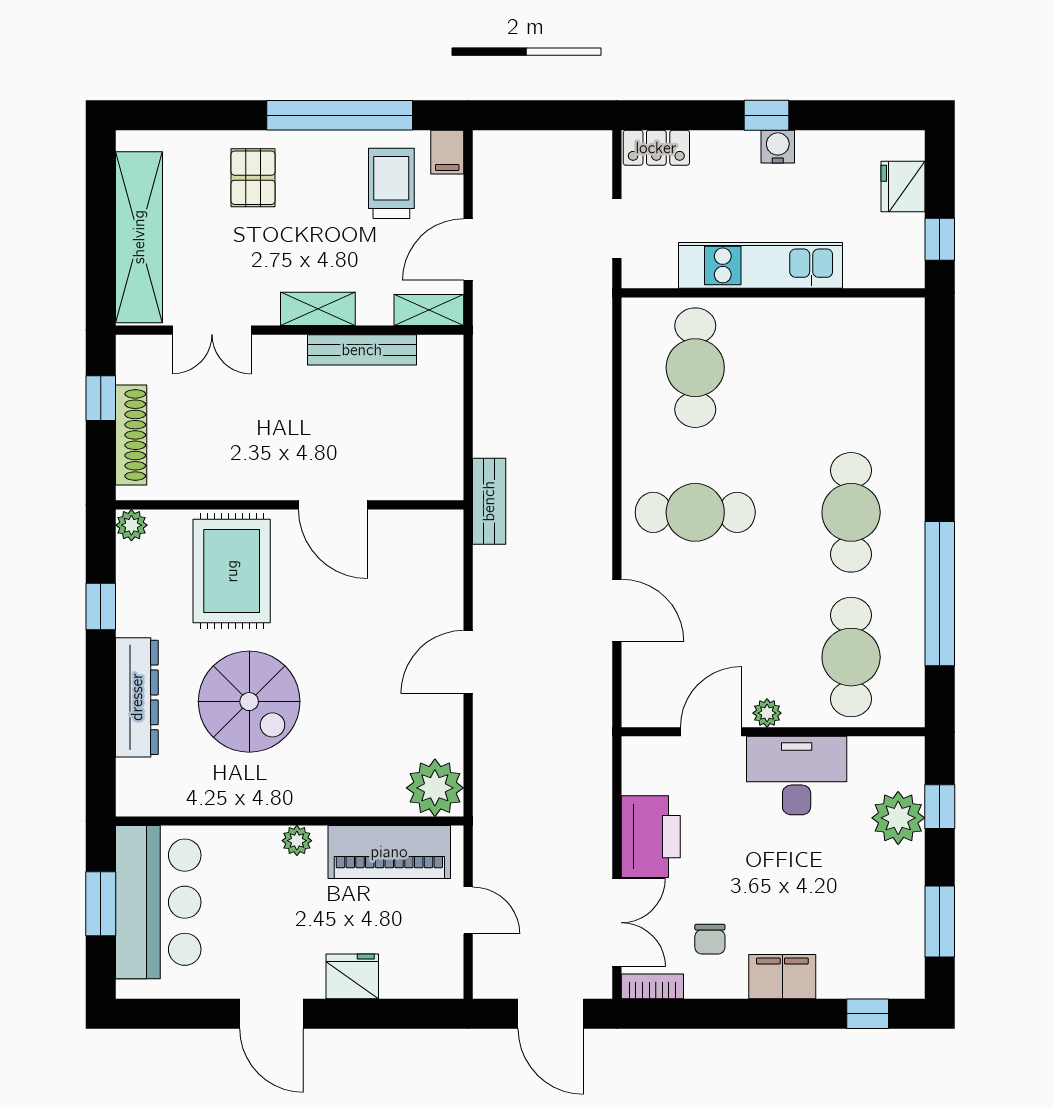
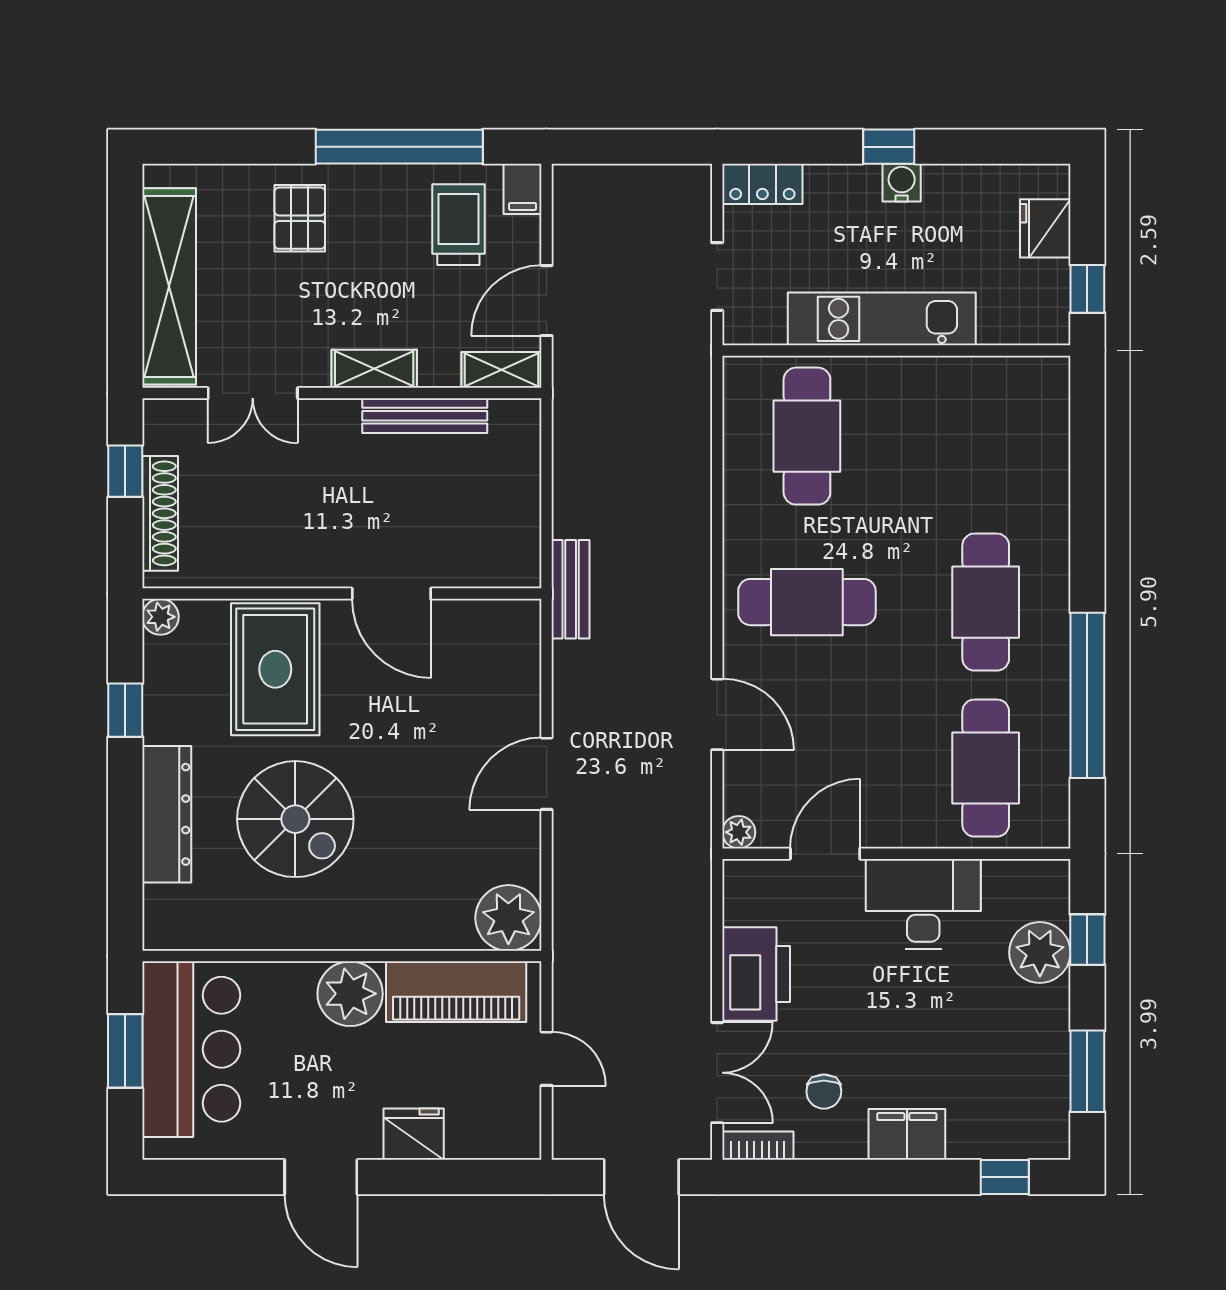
plant: (767, 713) -> (739, 832), moved
plant: (297, 841) -> (350, 994), width x1.87, depth x1.87

